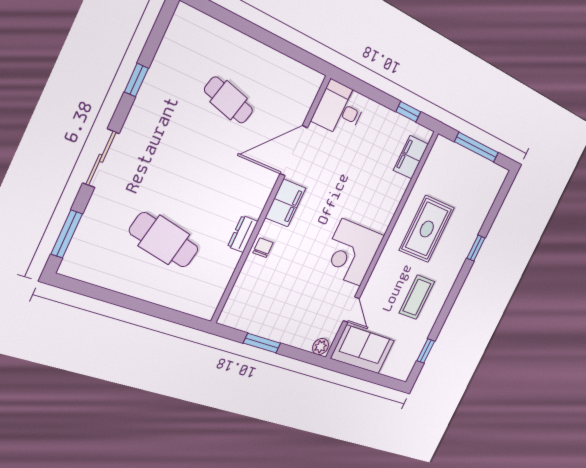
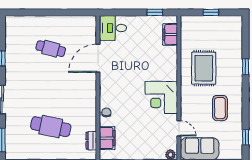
window: (477, 147) -> (211, 12), width x0.46
filing cabinet: (285, 203) -> (107, 138), moved
dresser: (243, 234) -> (91, 141), moved

